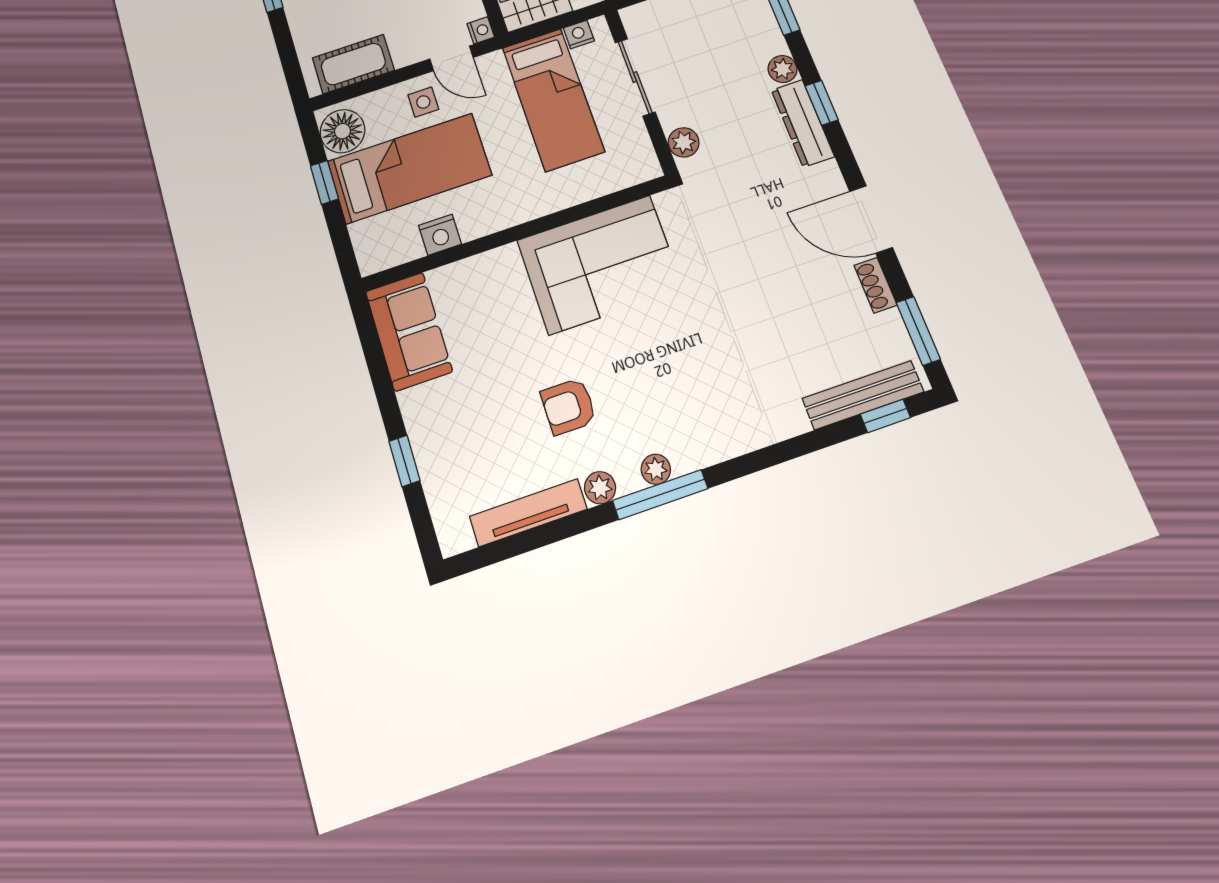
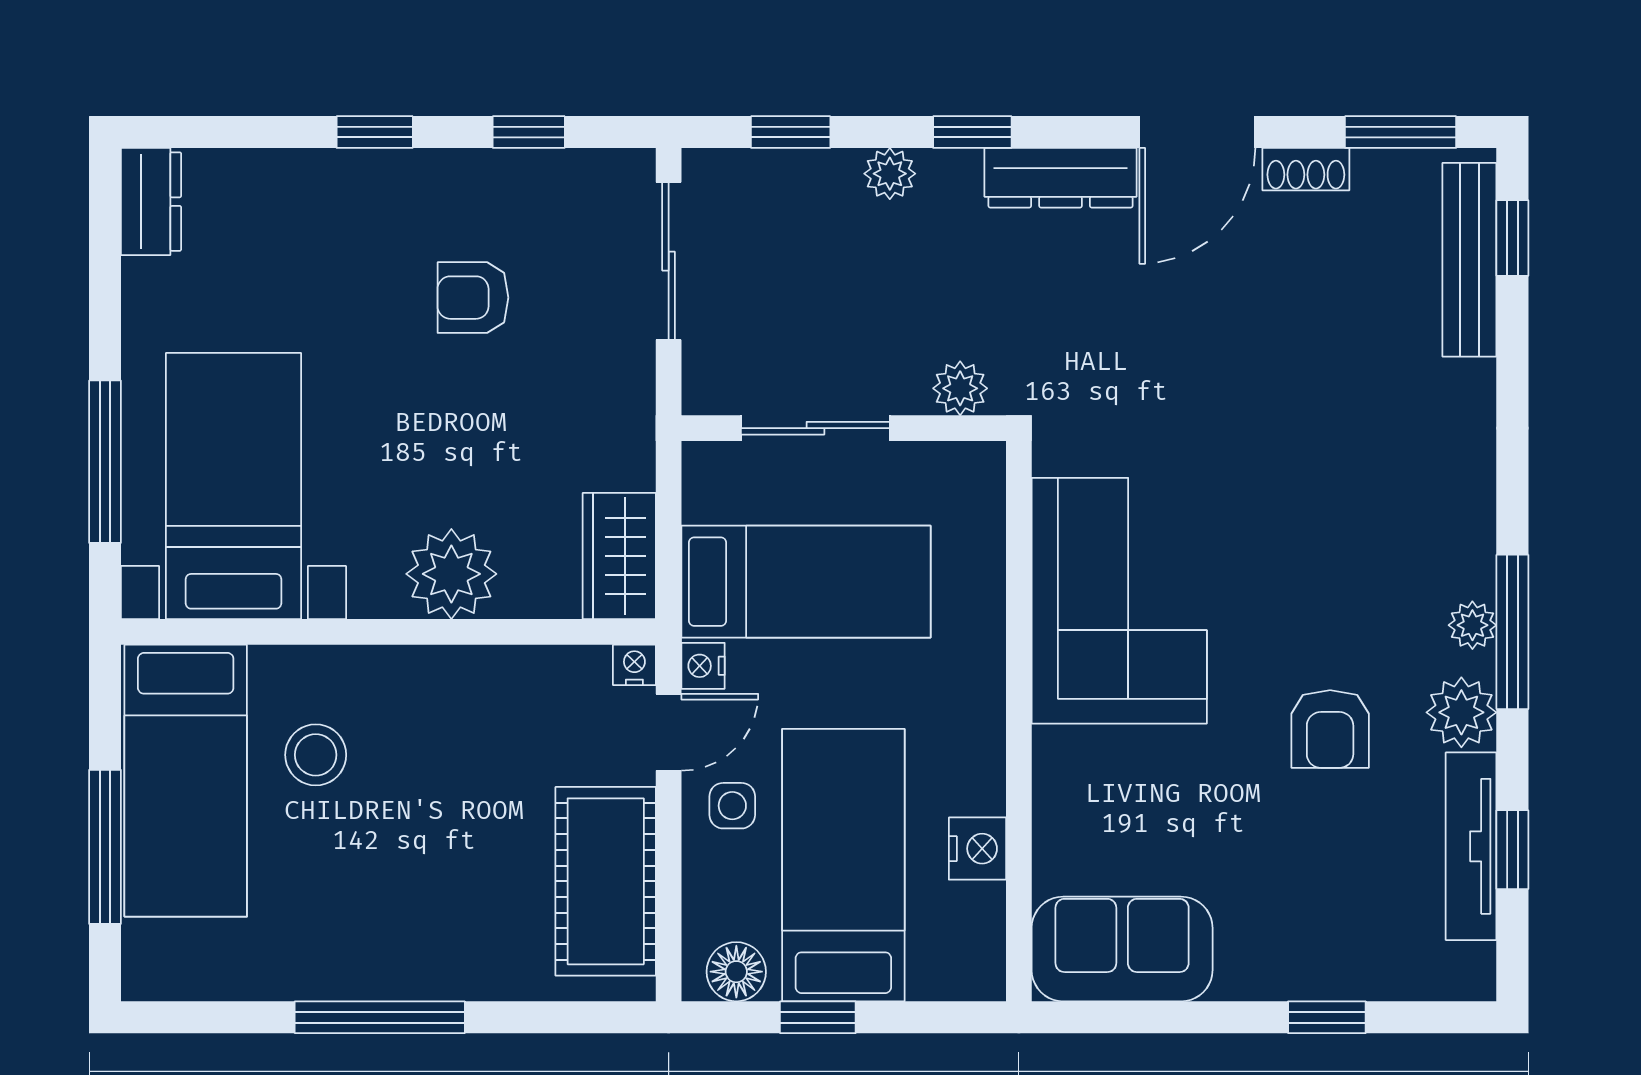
nightstand: (579, 34) -> (703, 666), moved
cot: (353, 64) -> (606, 881), width x1.37, depth x1.34
dresser: (803, 123) -> (1061, 178), moved
floor lamp: (343, 131) -> (736, 972), width x0.73, depth x0.73
plant: (600, 488) -> (1461, 712), width x1.38, depth x1.38
window: (534, 539) -> (1512, 850), added

